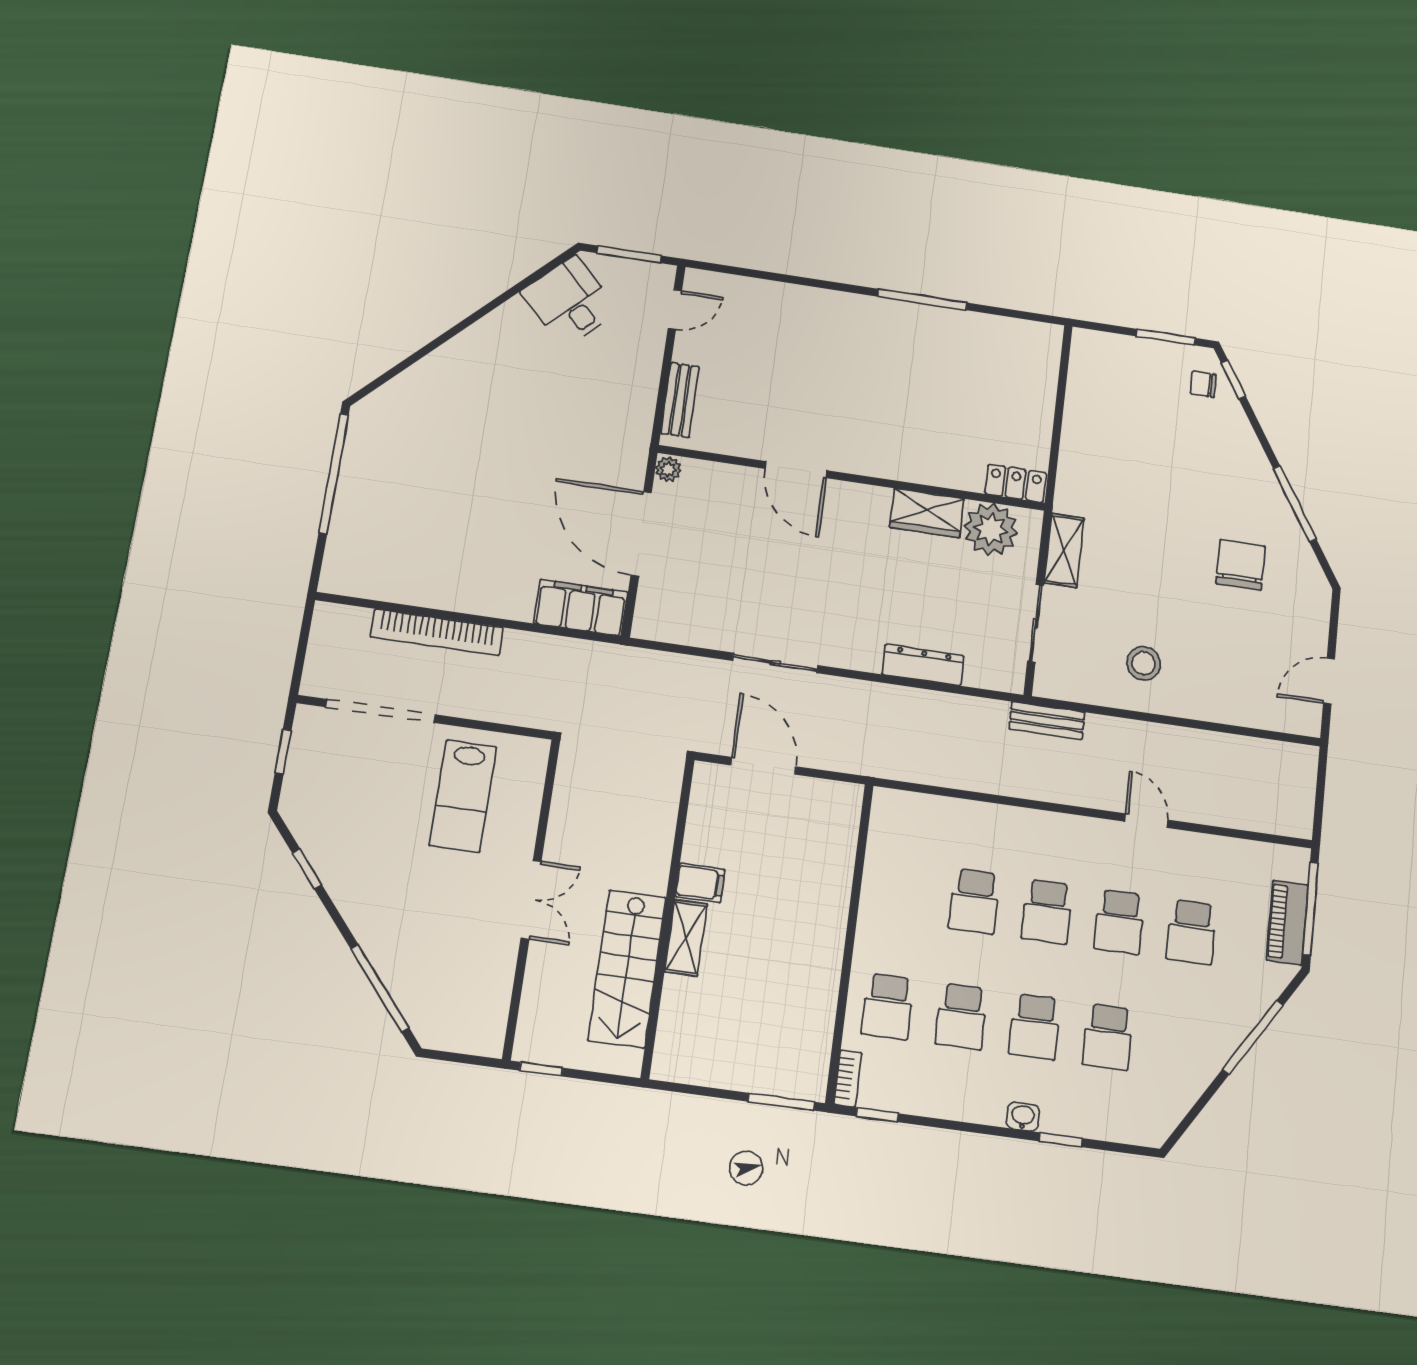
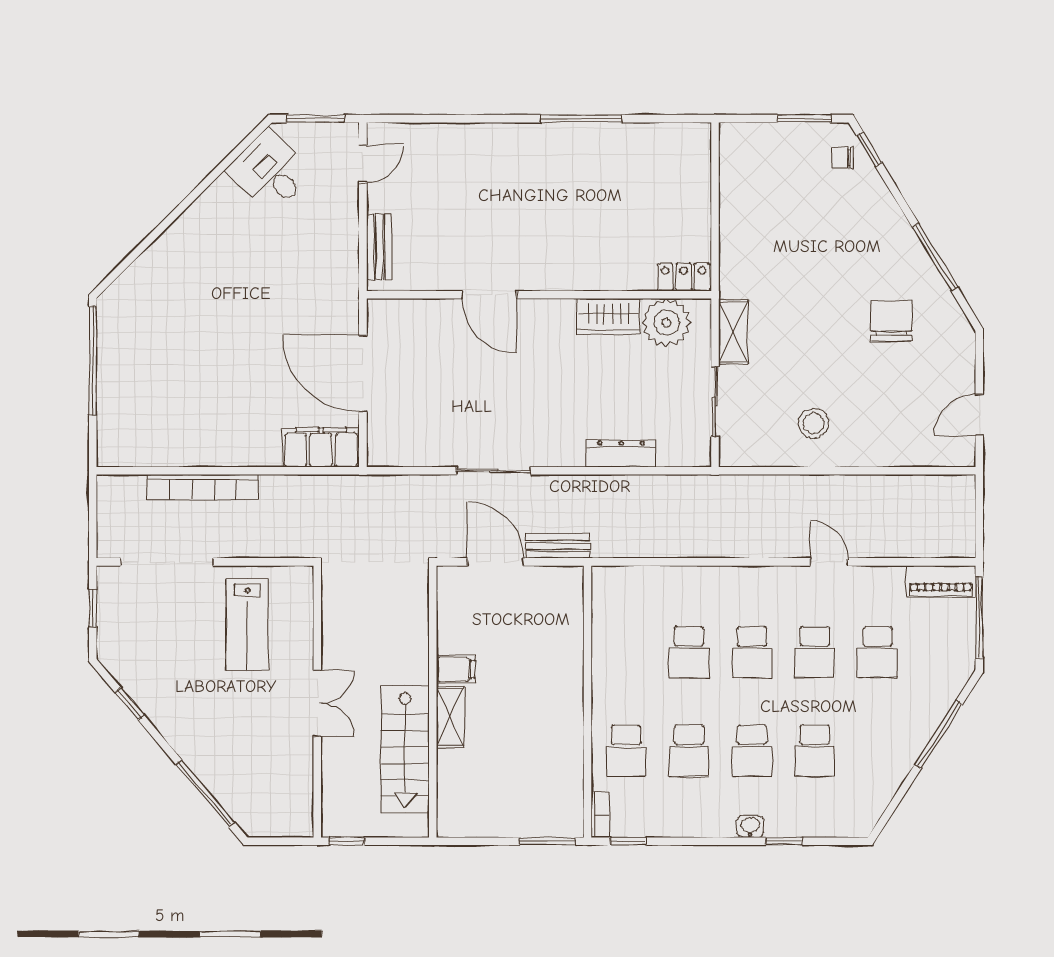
plant: (668, 469) -> (378, 312), removed
bench: (1047, 721) -> (558, 546), moved
piano: (1287, 923) -> (941, 581), moved, turned -90

